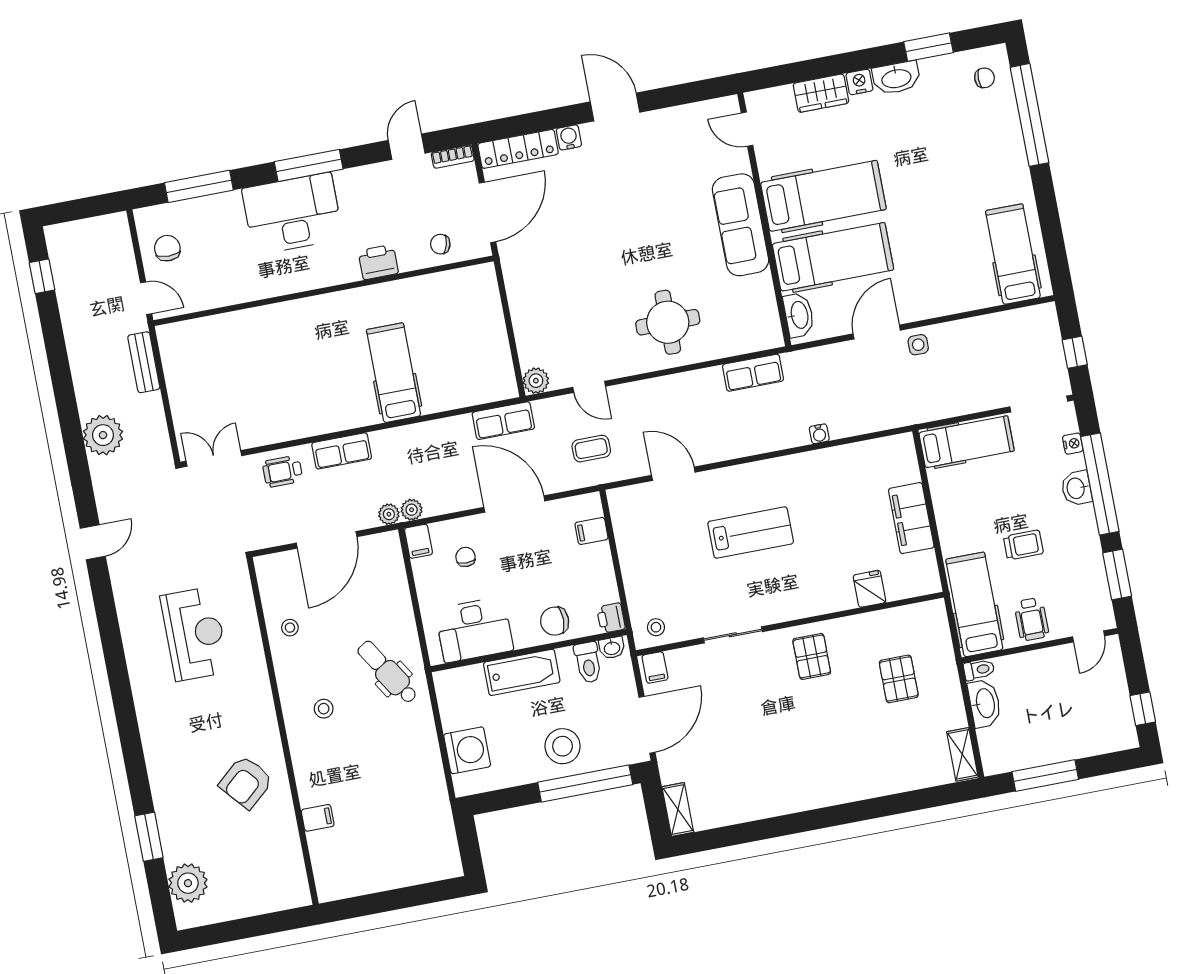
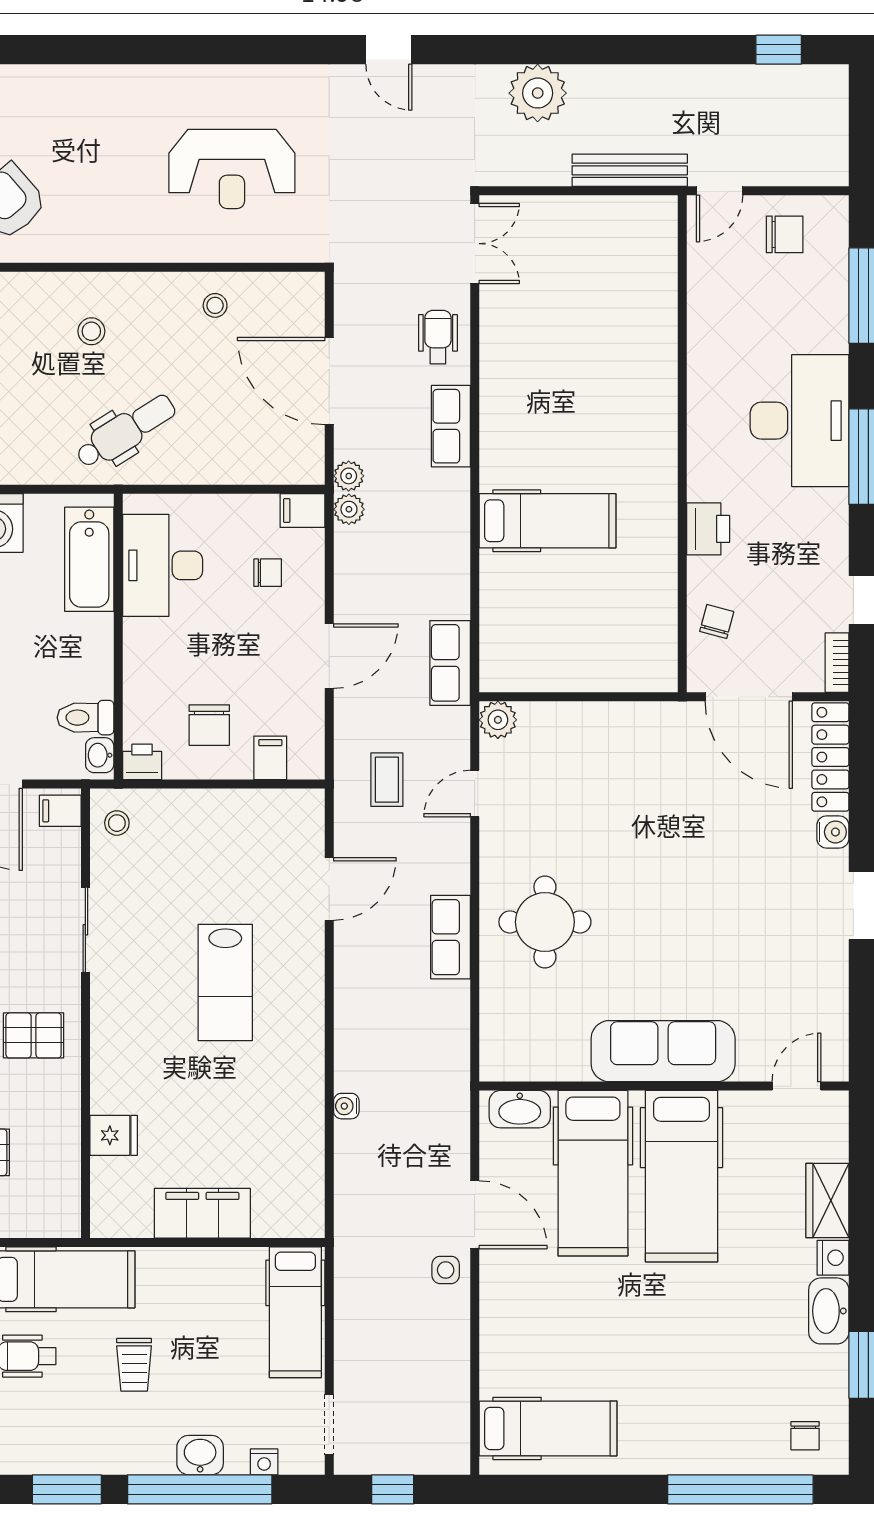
bench: (144, 362) -> (630, 170), width x1.36
row of seats: (753, 373) -> (451, 937), moved
doorway: (1039, 404) -> (329, 1424), width x0.73
door: (514, 504) -> (329, 656), width x0.73
chair: (555, 621) -> (209, 725), moved, turned 180
bathtub: (522, 672) -> (89, 559), moved

